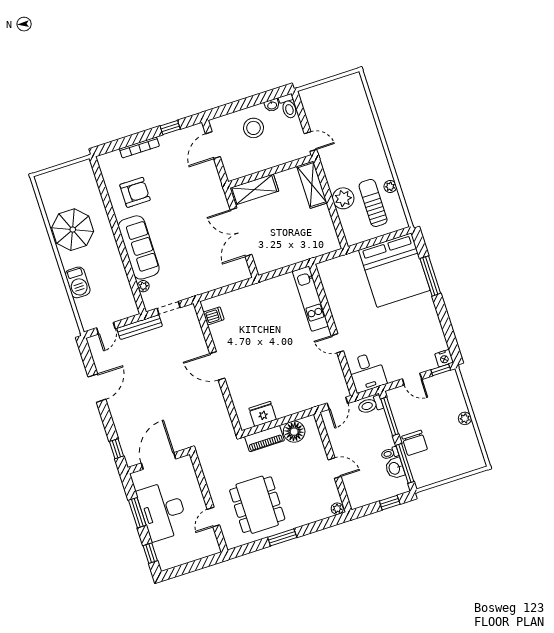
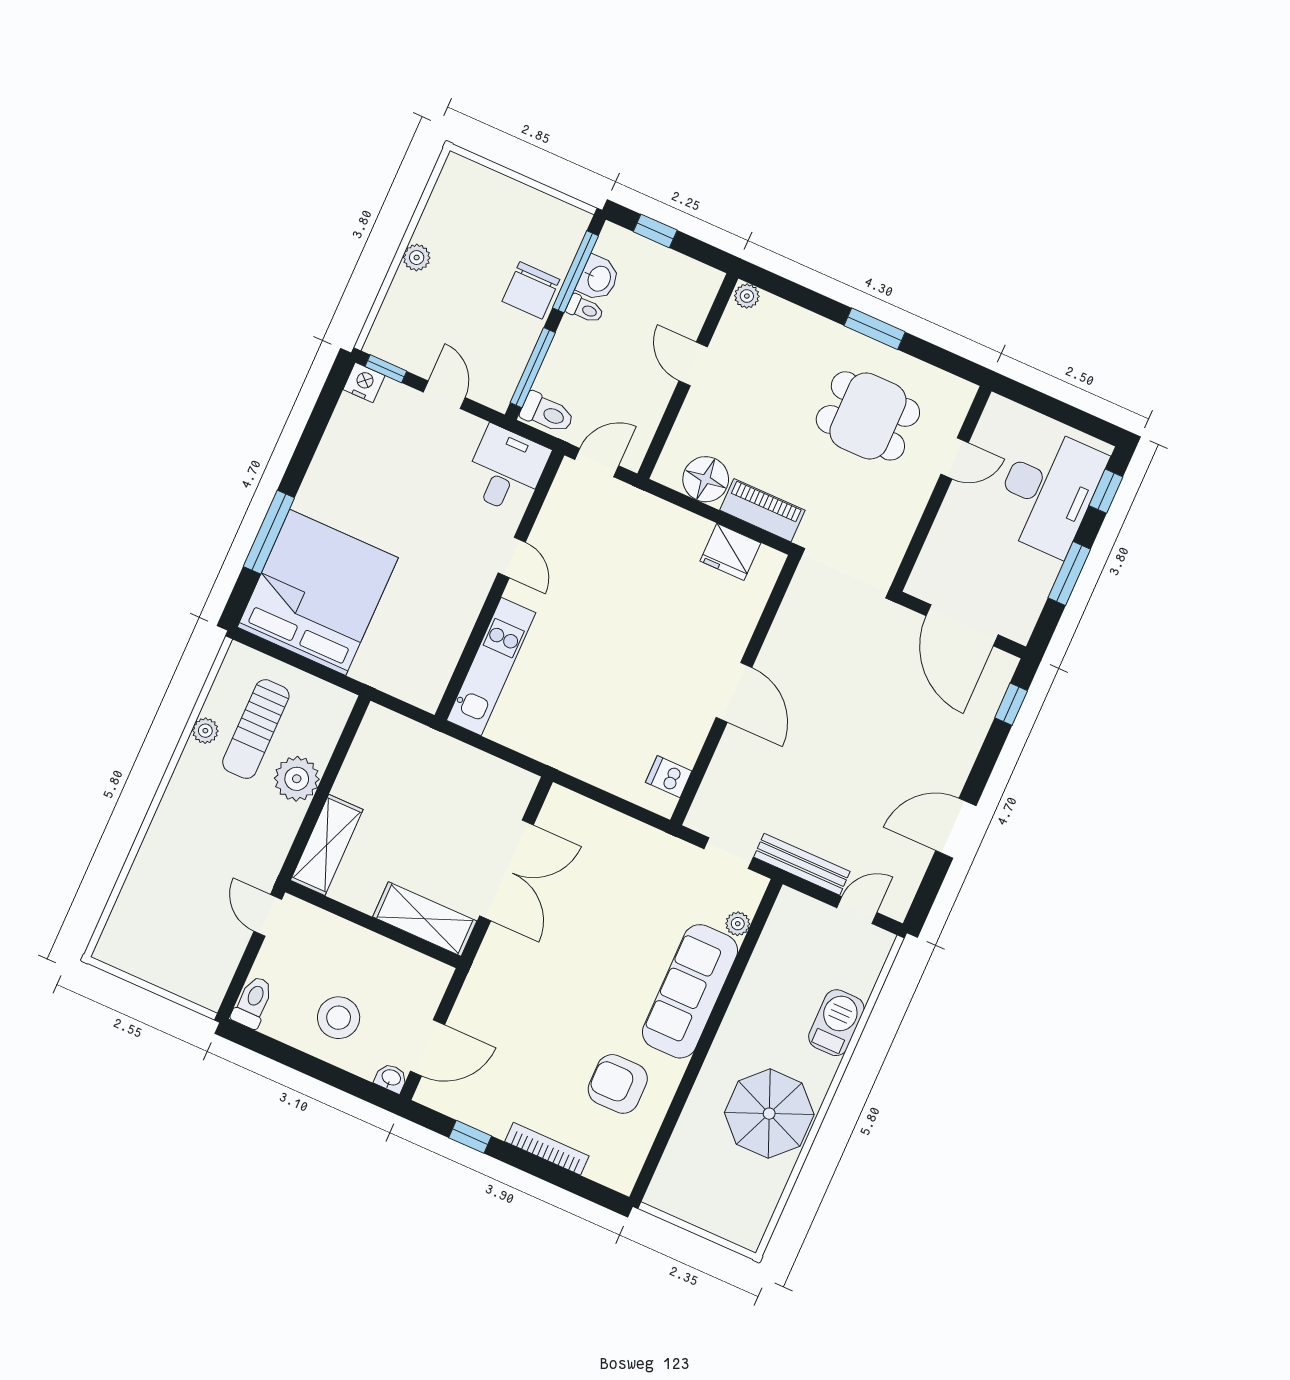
washbasin: (272, 105) -> (391, 1078), moved
chair: (415, 443) -> (531, 290), turned 180
door: (158, 461) -> (962, 625), hinge flipped
dining table: (257, 505) -> (868, 416), width x0.73
desk: (163, 511) -> (1048, 491), moved

